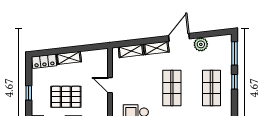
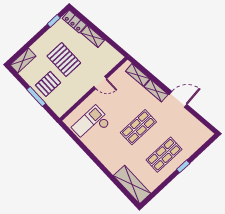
plant: (201, 44) -> (187, 119), removed
window: (234, 53) -> (203, 148), removed
door: (110, 85) -> (100, 83), swing flipped
window: (29, 93) -> (54, 21), moved

